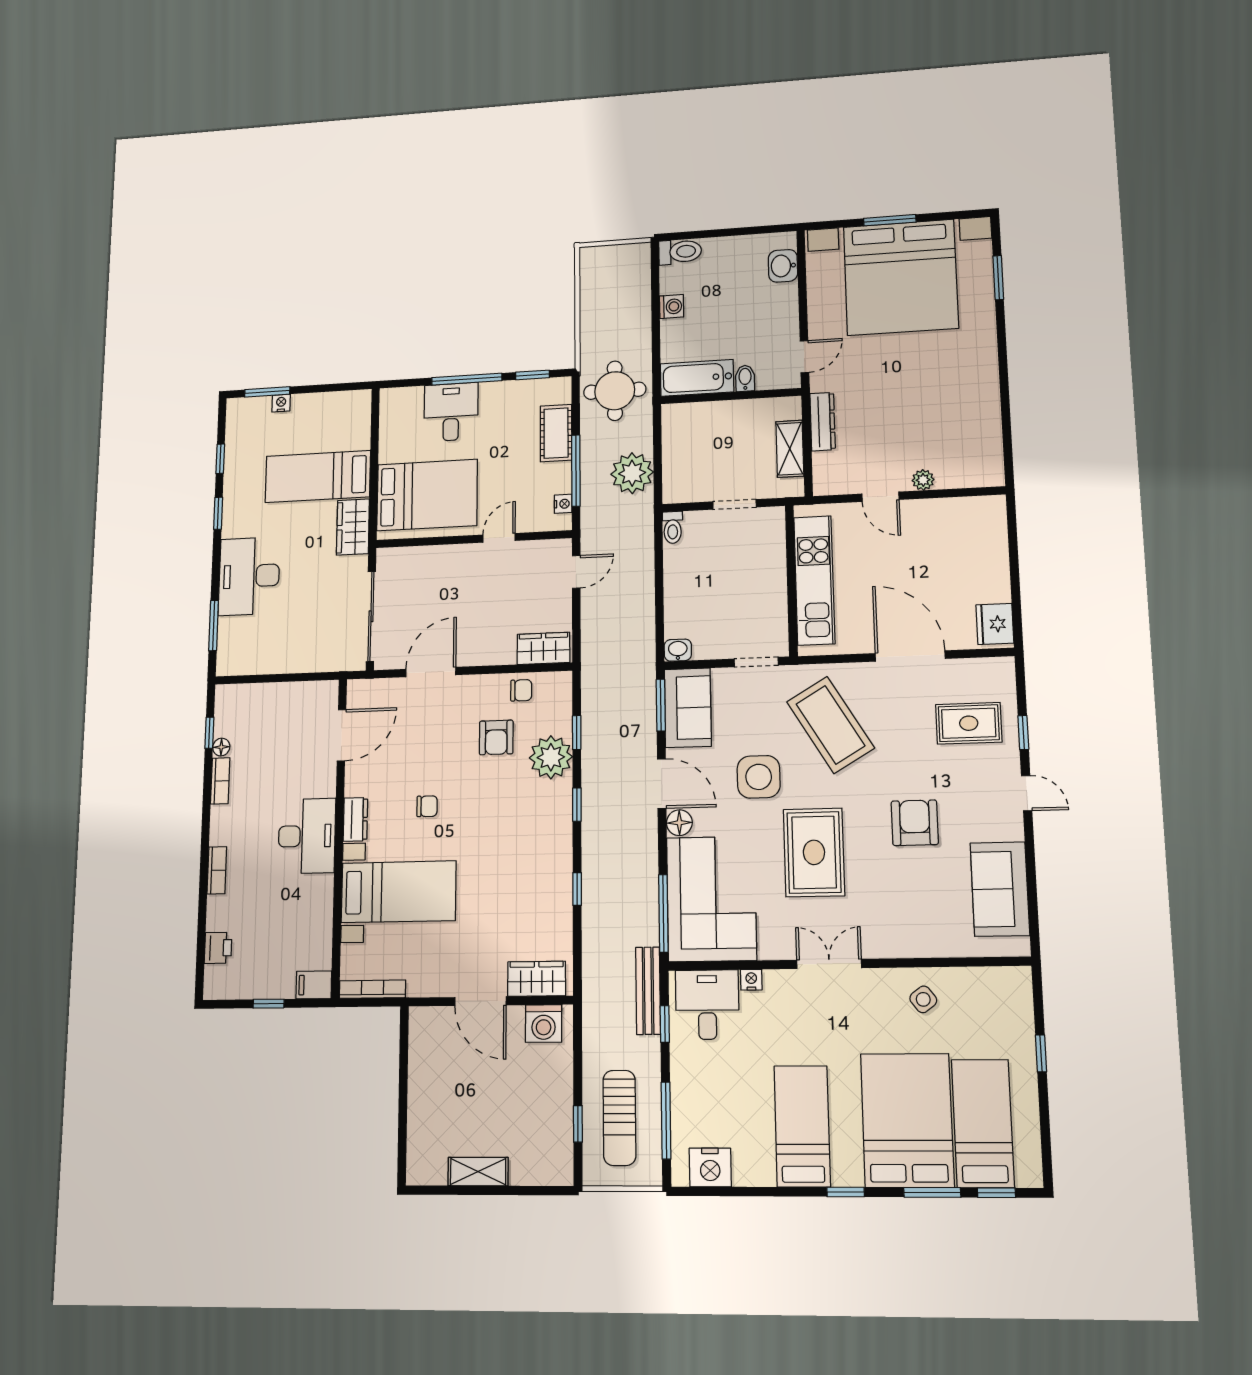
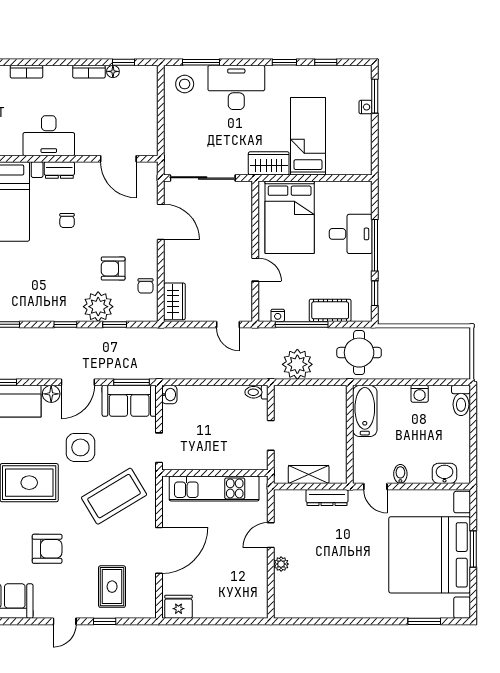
bidet: (745, 378) -> (400, 474), moved, turned -90
stool: (242, 647) -> (185, 84), added

